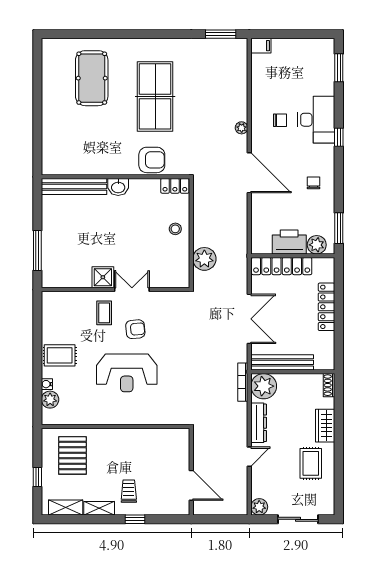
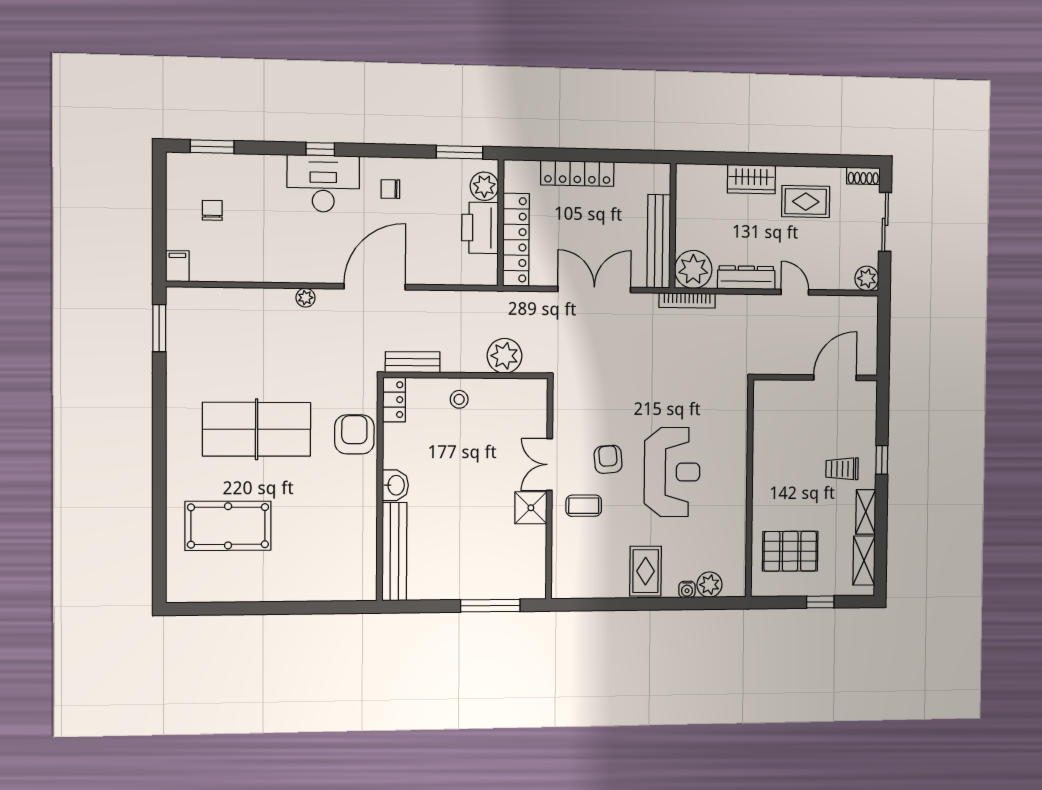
chair: (280, 120) -> (212, 210), moved
desk: (316, 120) -> (323, 184), moved
bench: (200, 198) -> (413, 362), added
shoe rack: (329, 385) -> (863, 176), moved

